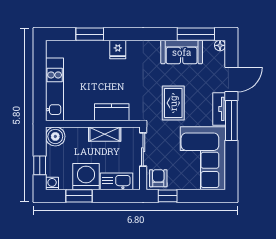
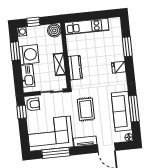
window: (196, 34) -> (134, 109), moved
sofa: (182, 52) -> (122, 111), width x1.36
rug: (173, 103) -> (86, 109), turned 90
window: (231, 120) -> (56, 153), moved

